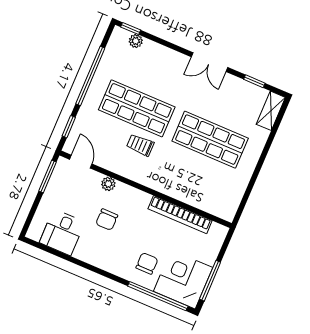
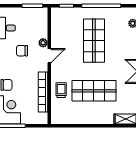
shop shelf: (210, 140) -> (94, 91), turned 90
trolley: (140, 145) -> (61, 90), moved
door: (81, 162) -> (49, 56), moved

